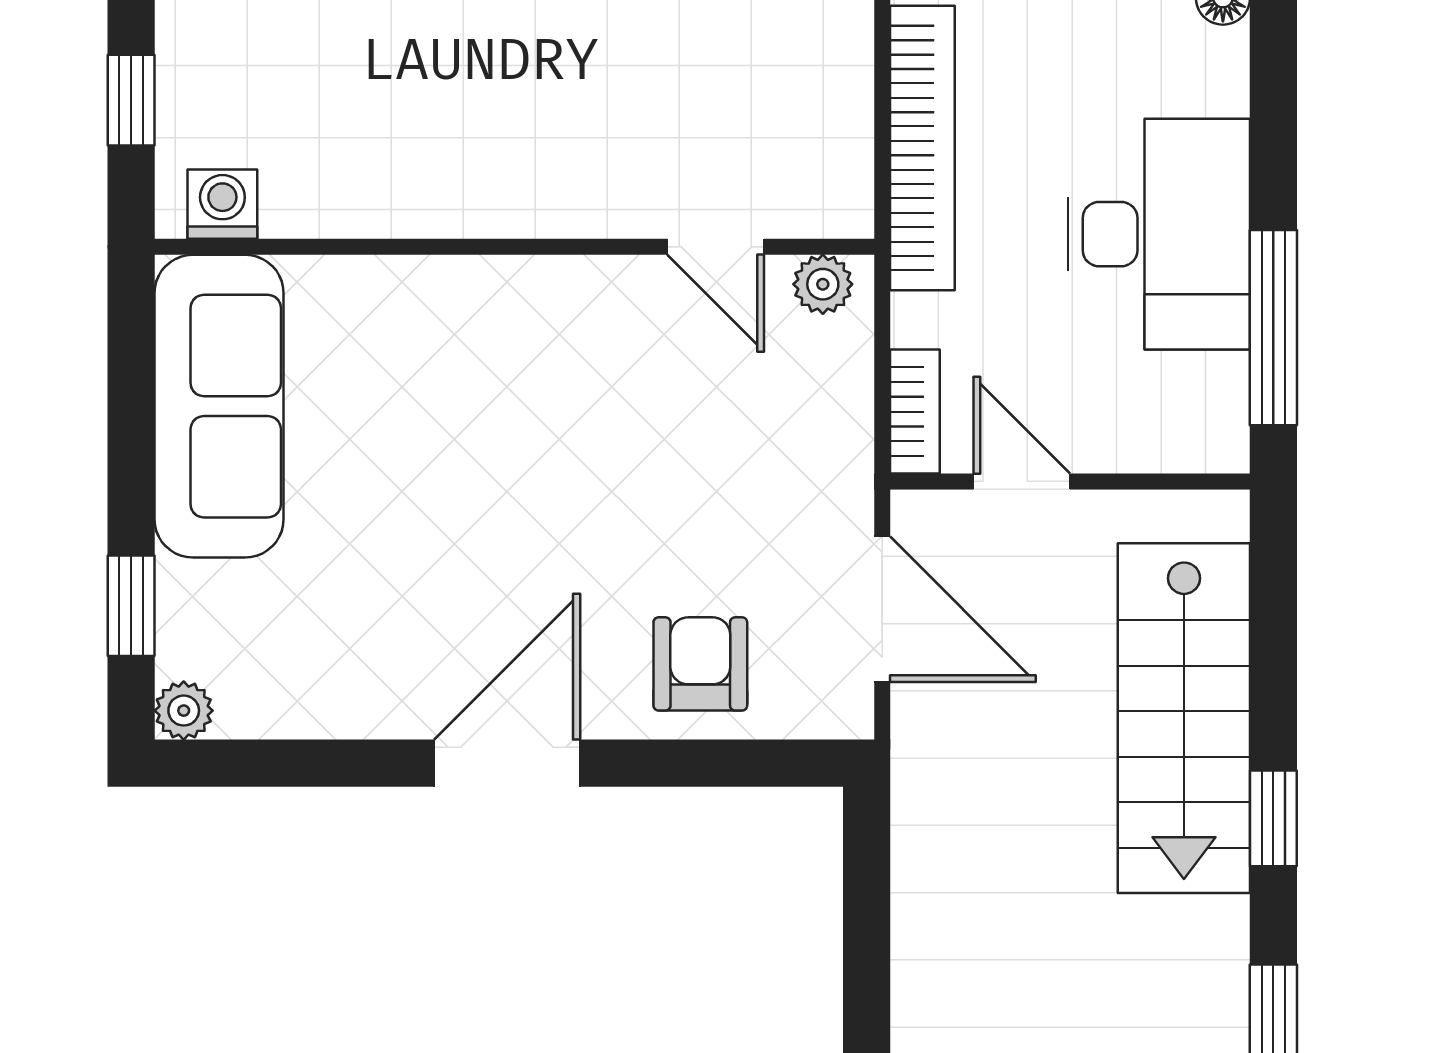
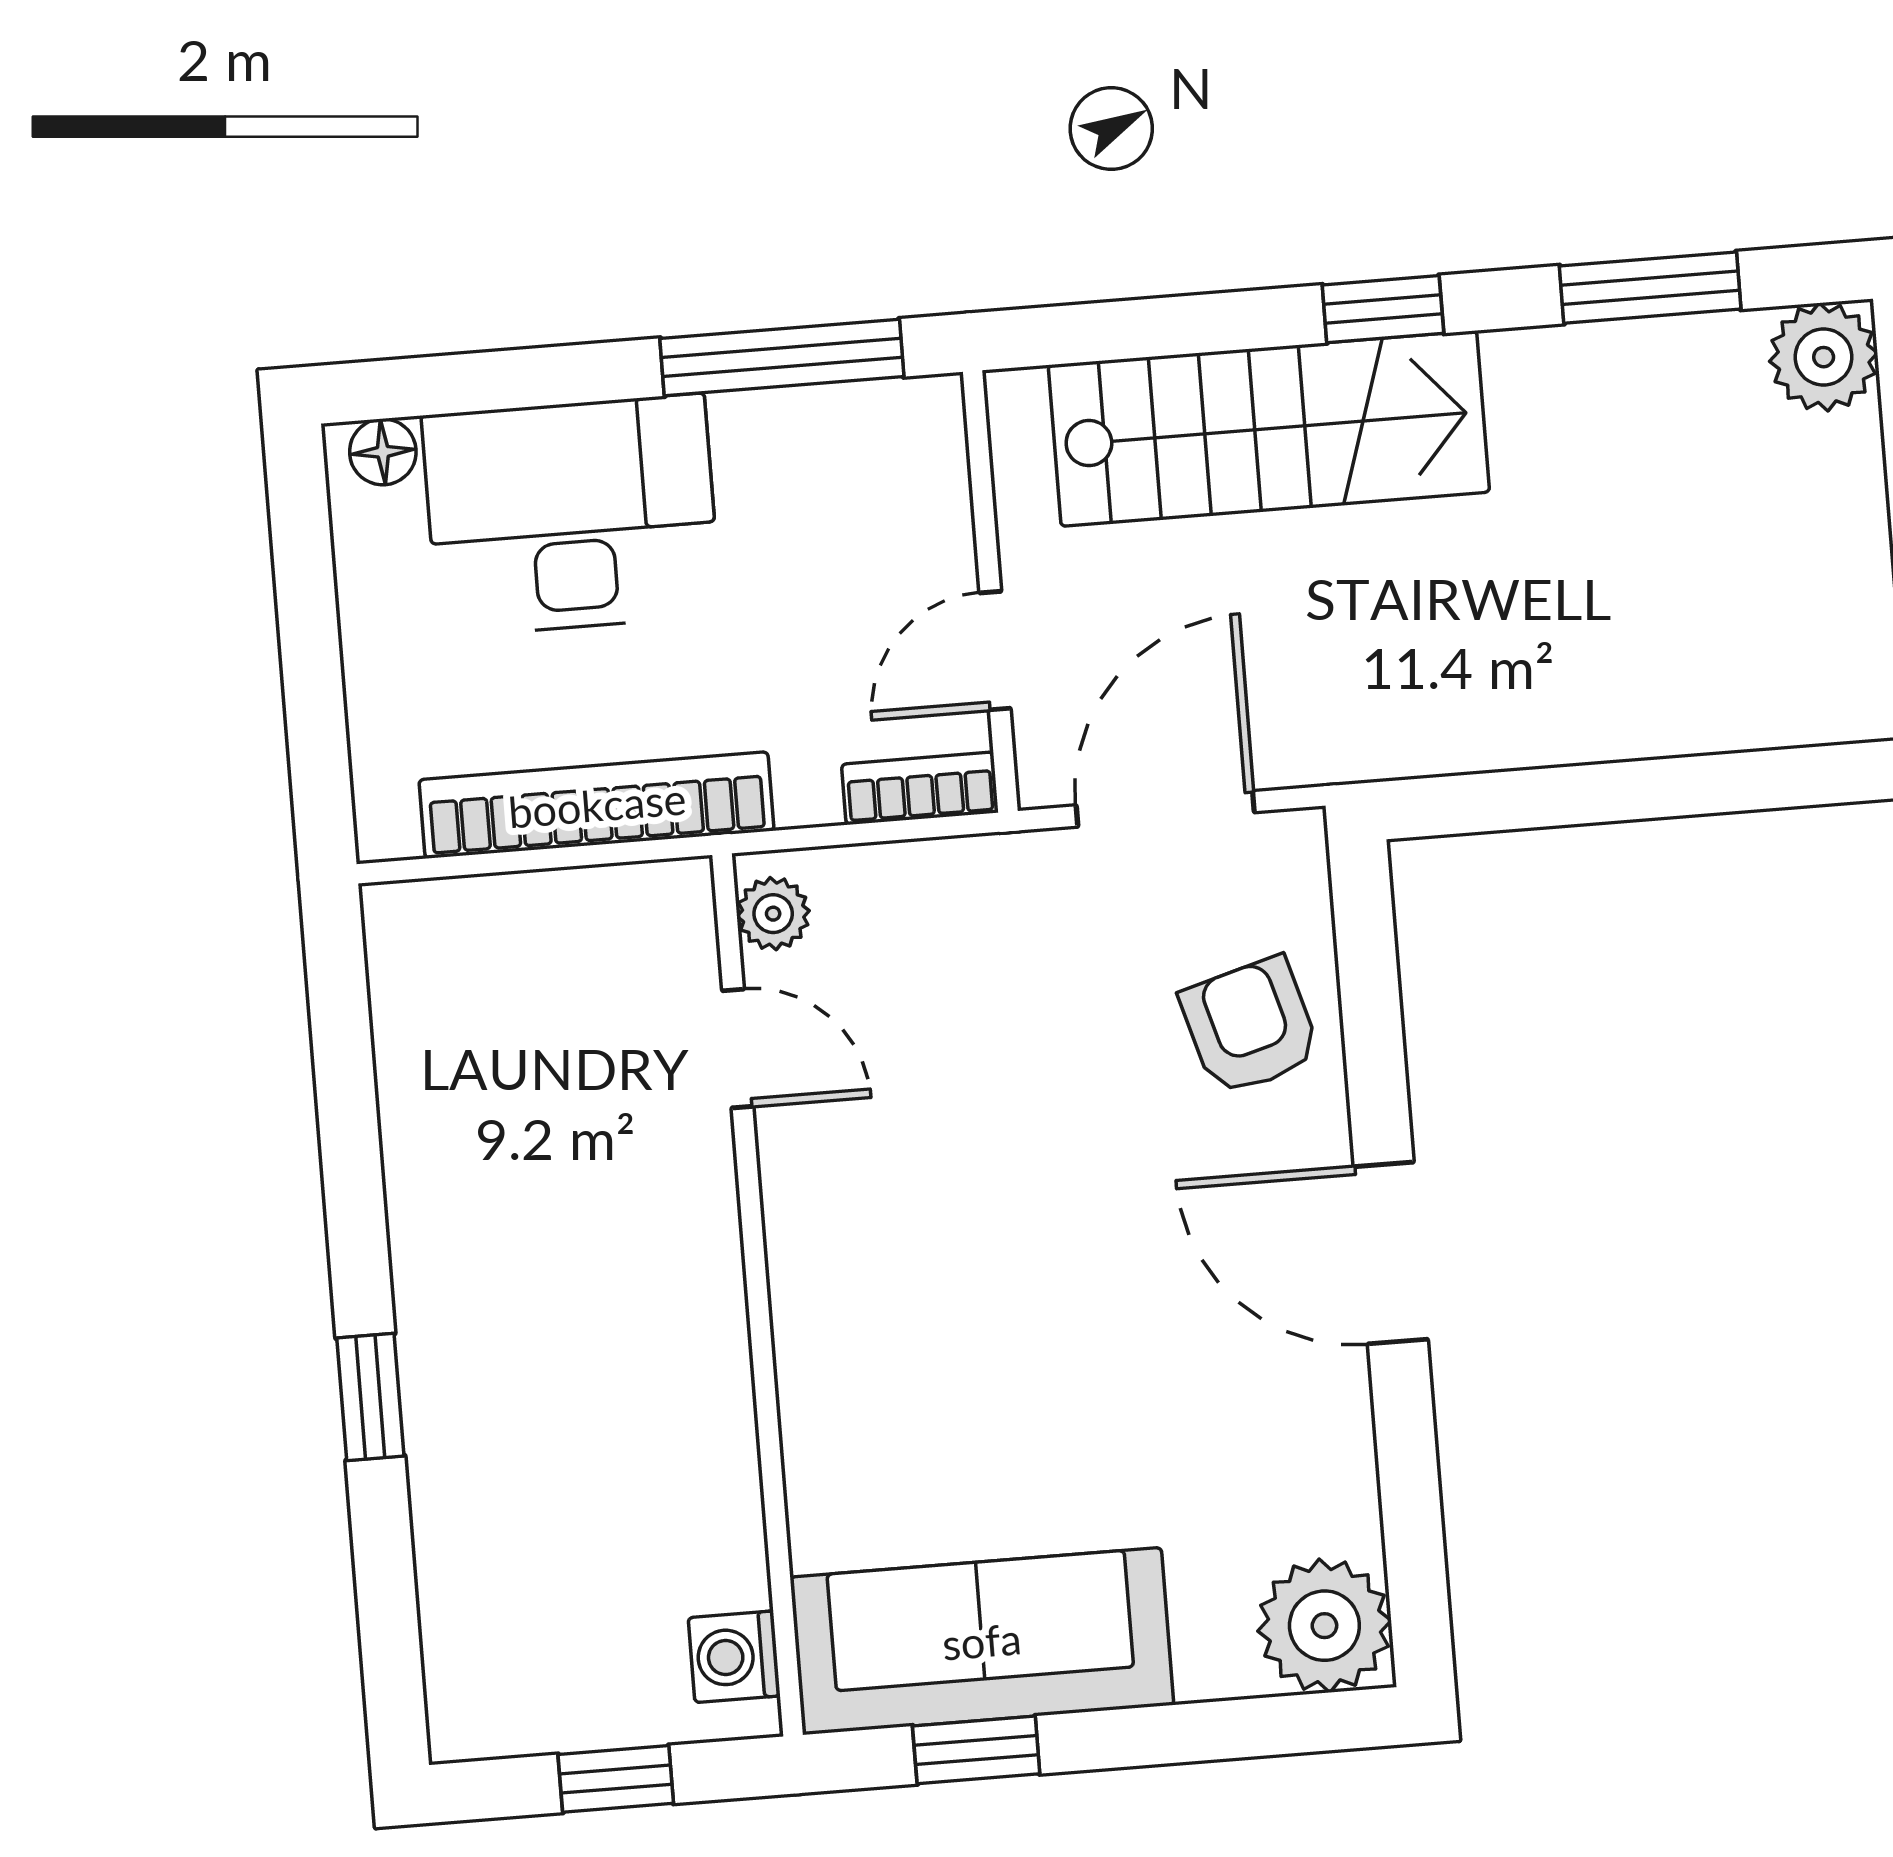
desk: (1159, 234) -> (571, 515), moved
door: (716, 247) -> (738, 1048), hinge flipped
window: (131, 606) -> (976, 1750), moved
armchair: (700, 664) -> (1250, 1026), turned 74
plant: (184, 711) -> (1324, 1626), width x1.88, depth x1.88

